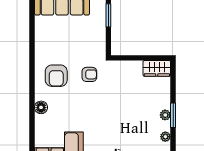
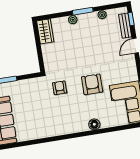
armchair: (56, 76) -> (92, 84), moved, turned -90
plant: (165, 115) -> (73, 20), moved

